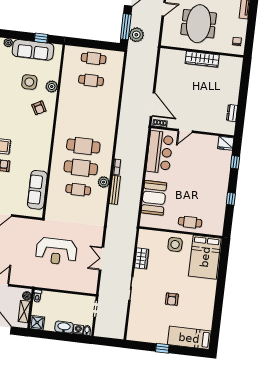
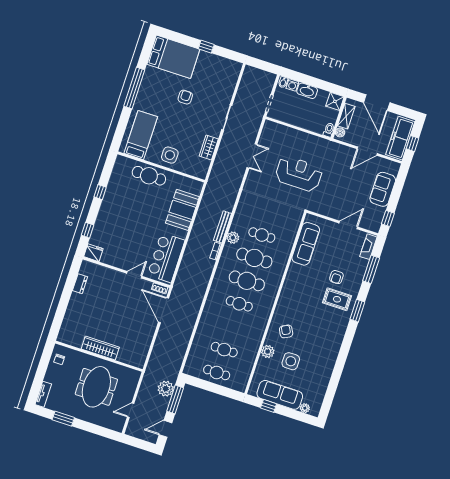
cafe table: (86, 124) -> (239, 304), added
cafe table: (190, 222) -> (149, 176), width x1.37, depth x1.35
bed: (205, 257) -> (141, 135), width x0.67
window: (219, 298) -> (134, 88), added
bed: (189, 338) -> (173, 57), width x1.50

